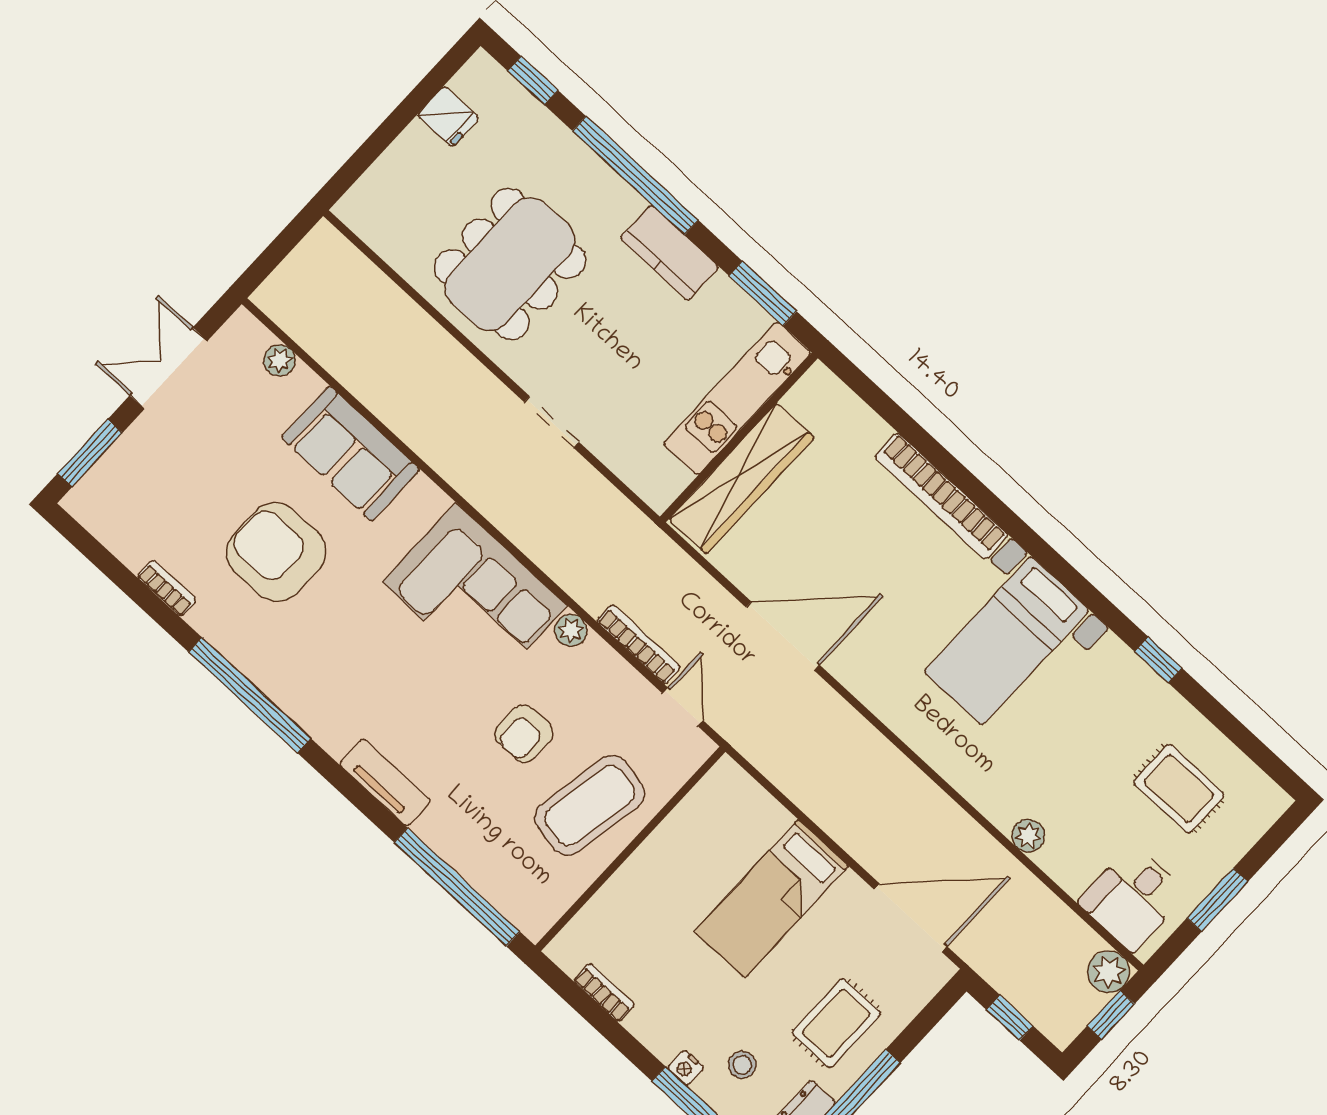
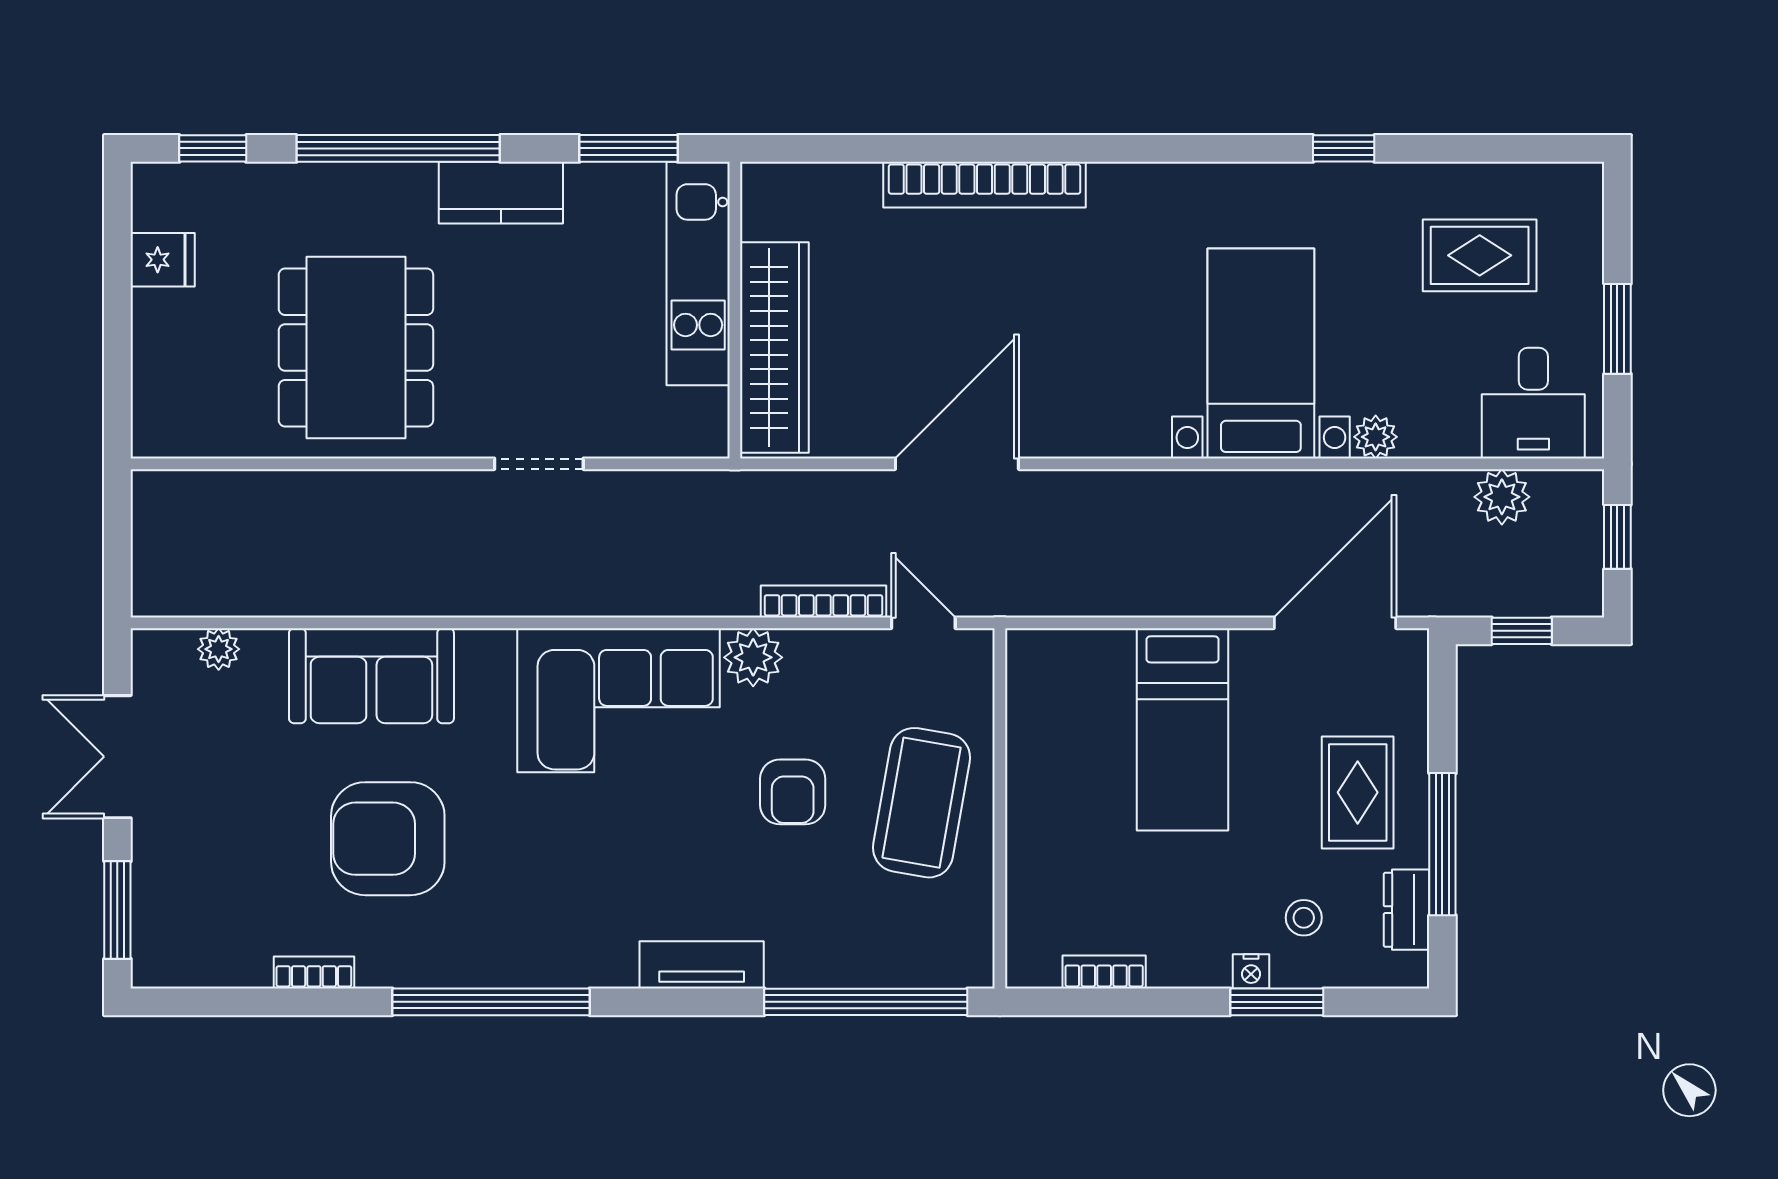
plant: (571, 630) -> (753, 657), width x1.38, depth x1.38
bed with nightstands: (1006, 641) -> (1261, 353), moved, turned 180
plant: (1109, 972) -> (1502, 497), moved

